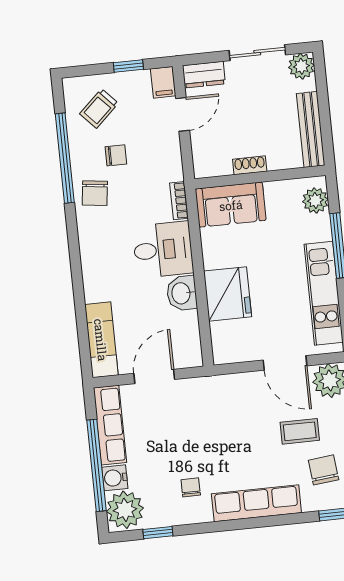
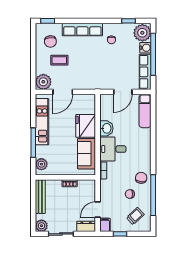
sofa: (231, 205) -> (87, 154), moved, turned -90
door: (285, 363) -> (63, 92), swing flipped

